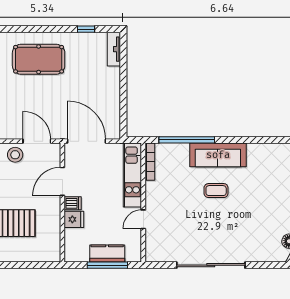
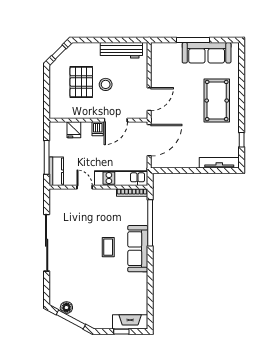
tv unit: (114, 49) -> (219, 163), width x1.41
stool: (15, 155) -> (106, 84), moved
door: (62, 181) -> (116, 120), swing flipped
fridge: (74, 219) -> (74, 130), moved
kitchen counter: (107, 254) -> (56, 171), moved

